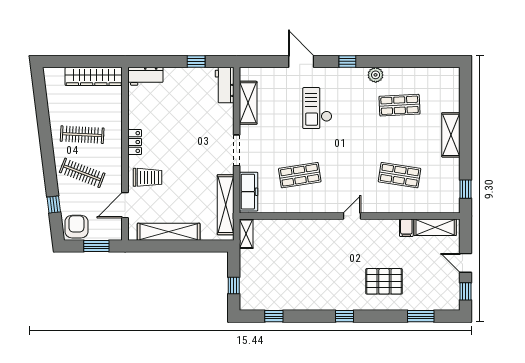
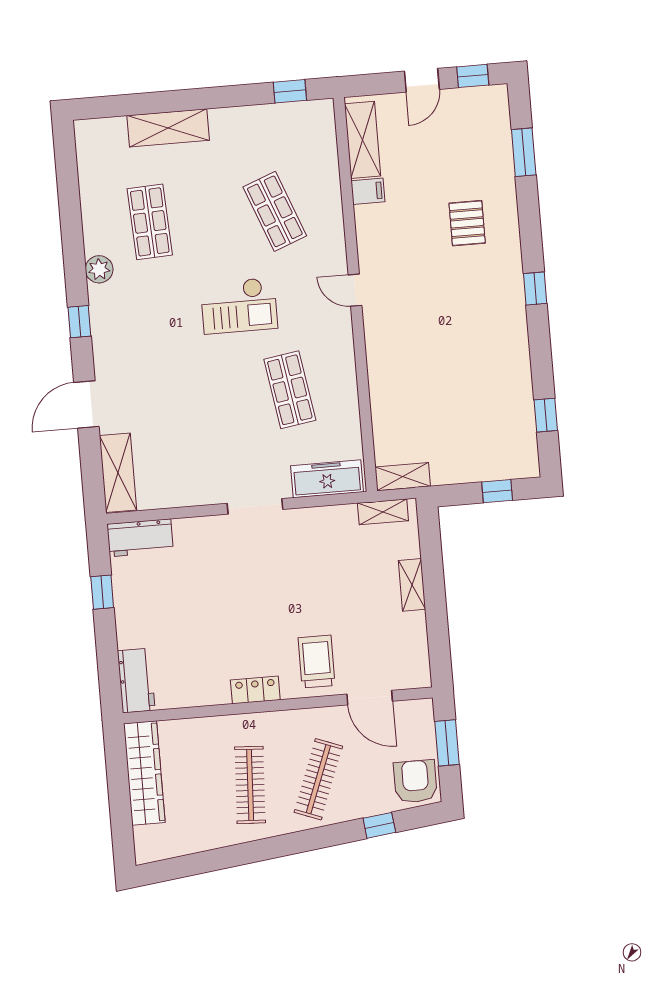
shelving: (248, 103) -> (118, 473), moved, turned 90
checkout: (317, 108) -> (239, 306), moved
shelving: (451, 135) -> (168, 128), moved
shop shelf: (400, 175) -> (275, 211), turned -30
shelving: (226, 205) -> (383, 512), width x0.45, depth x0.75
armchair: (76, 227) -> (415, 781), turned 90
shelving: (169, 232) -> (412, 585), width x0.45, depth x0.75
pallet: (384, 281) -> (467, 223), width x0.67, depth x0.71

